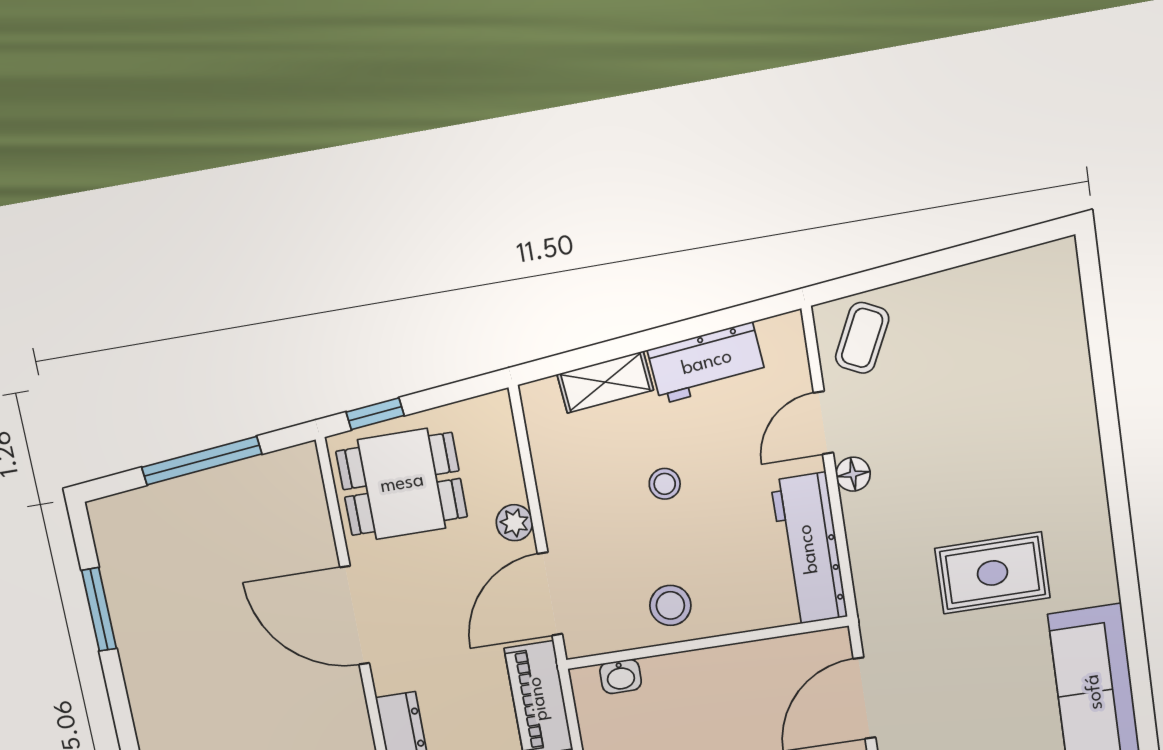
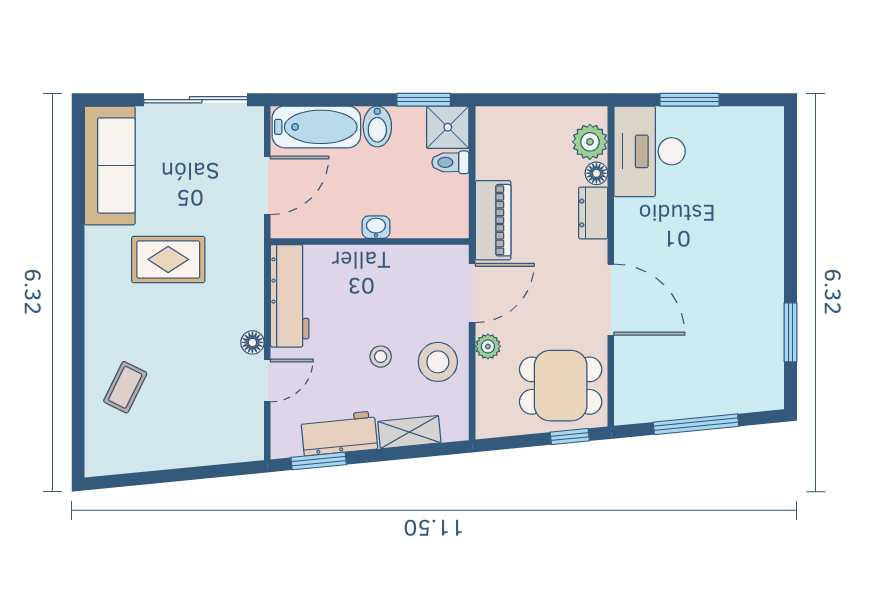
window: (730, 318) -> (319, 461), added
coffee table: (862, 338) -> (125, 387), moved
stool: (670, 605) -> (438, 362), moved, width x1.38, depth x1.38
washbasin: (621, 676) -> (376, 227), moved

